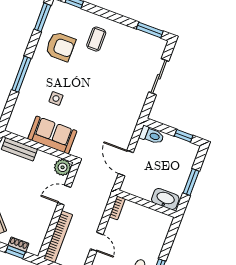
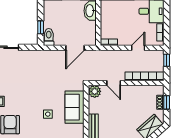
window: (184, 136) -> (41, 27), moved

